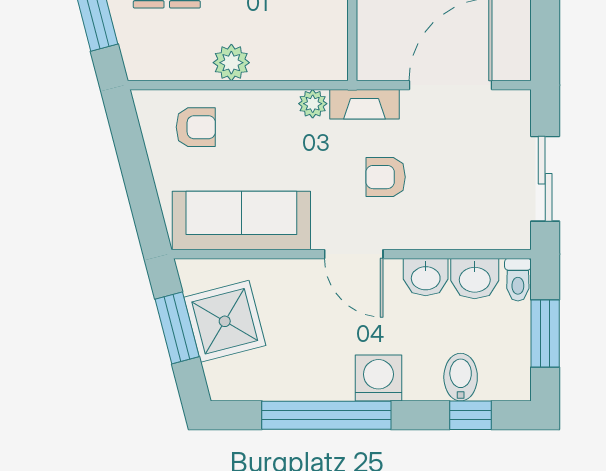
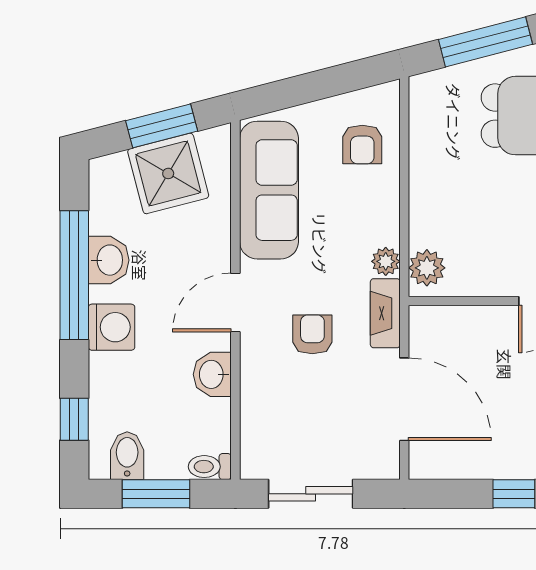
plant: (231, 63) -> (427, 268), moved
washbasin: (475, 279) -> (109, 260), moved, turned 180
bidet: (461, 377) -> (127, 456), moved, turned -90

